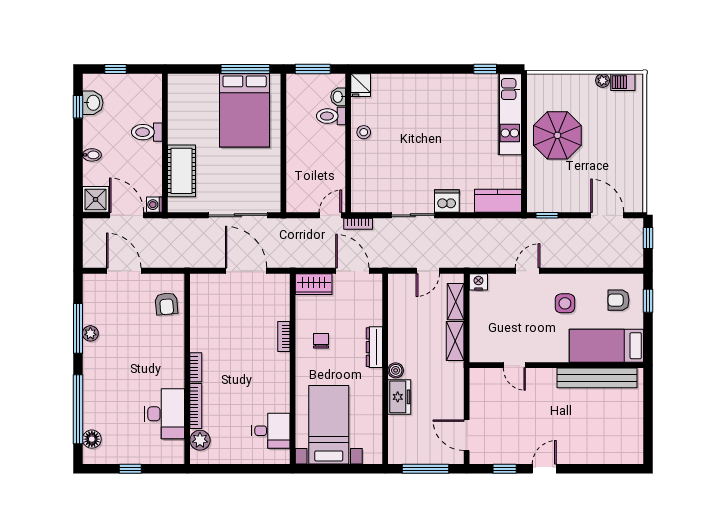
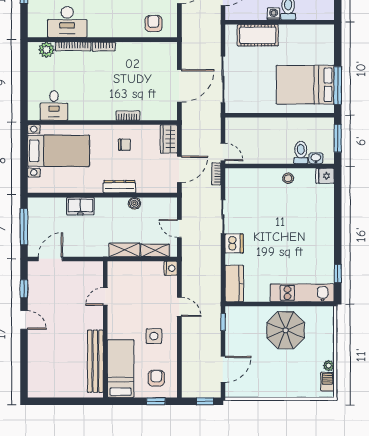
washing machine: (154, 205) -> (274, 14), moved
armchair: (166, 304) -> (153, 23), turned 95
boiler: (396, 370) -> (134, 203), moved

